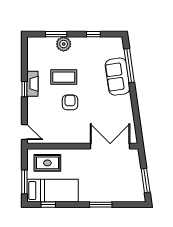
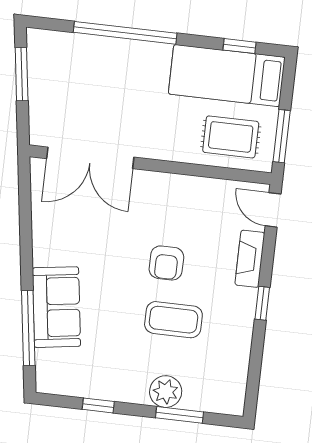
fireplace: (32, 84) -> (250, 259), moved
window: (24, 182) -> (282, 136), moved
window: (101, 205) -> (125, 33), width x2.11

